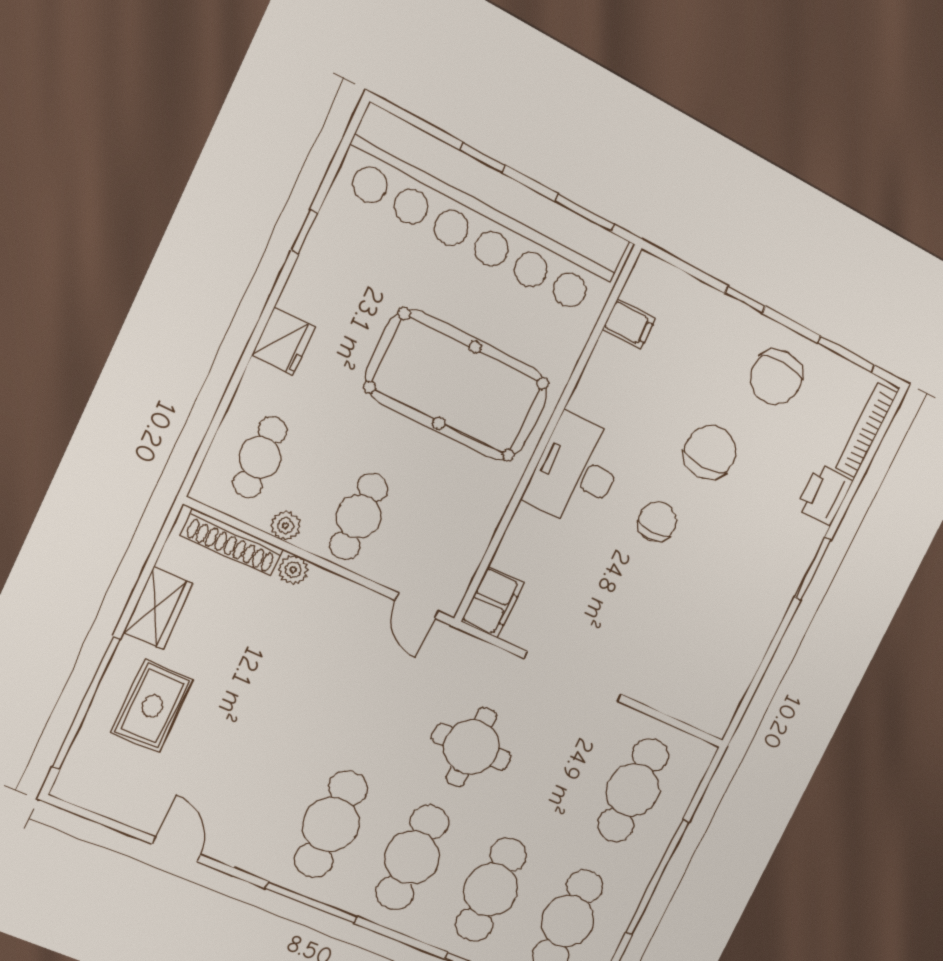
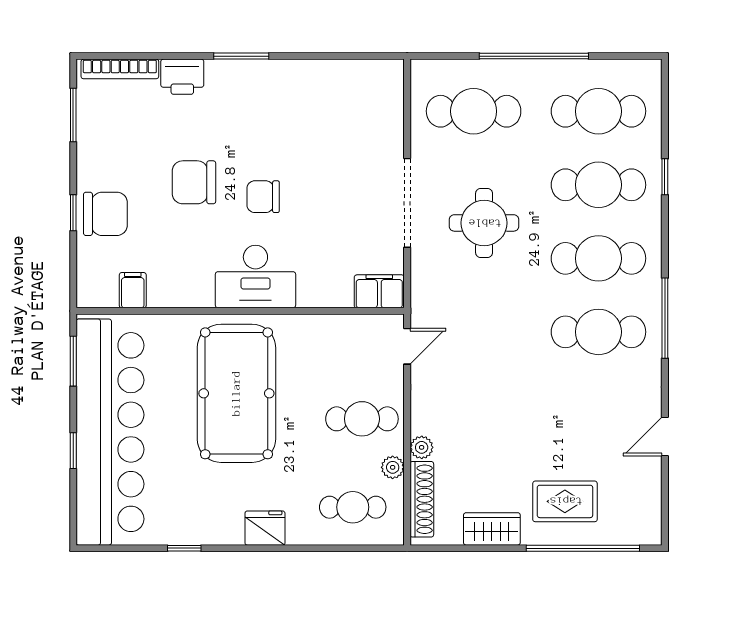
chair: (776, 377) -> (105, 214), moved
round table: (471, 747) -> (484, 223), moved

